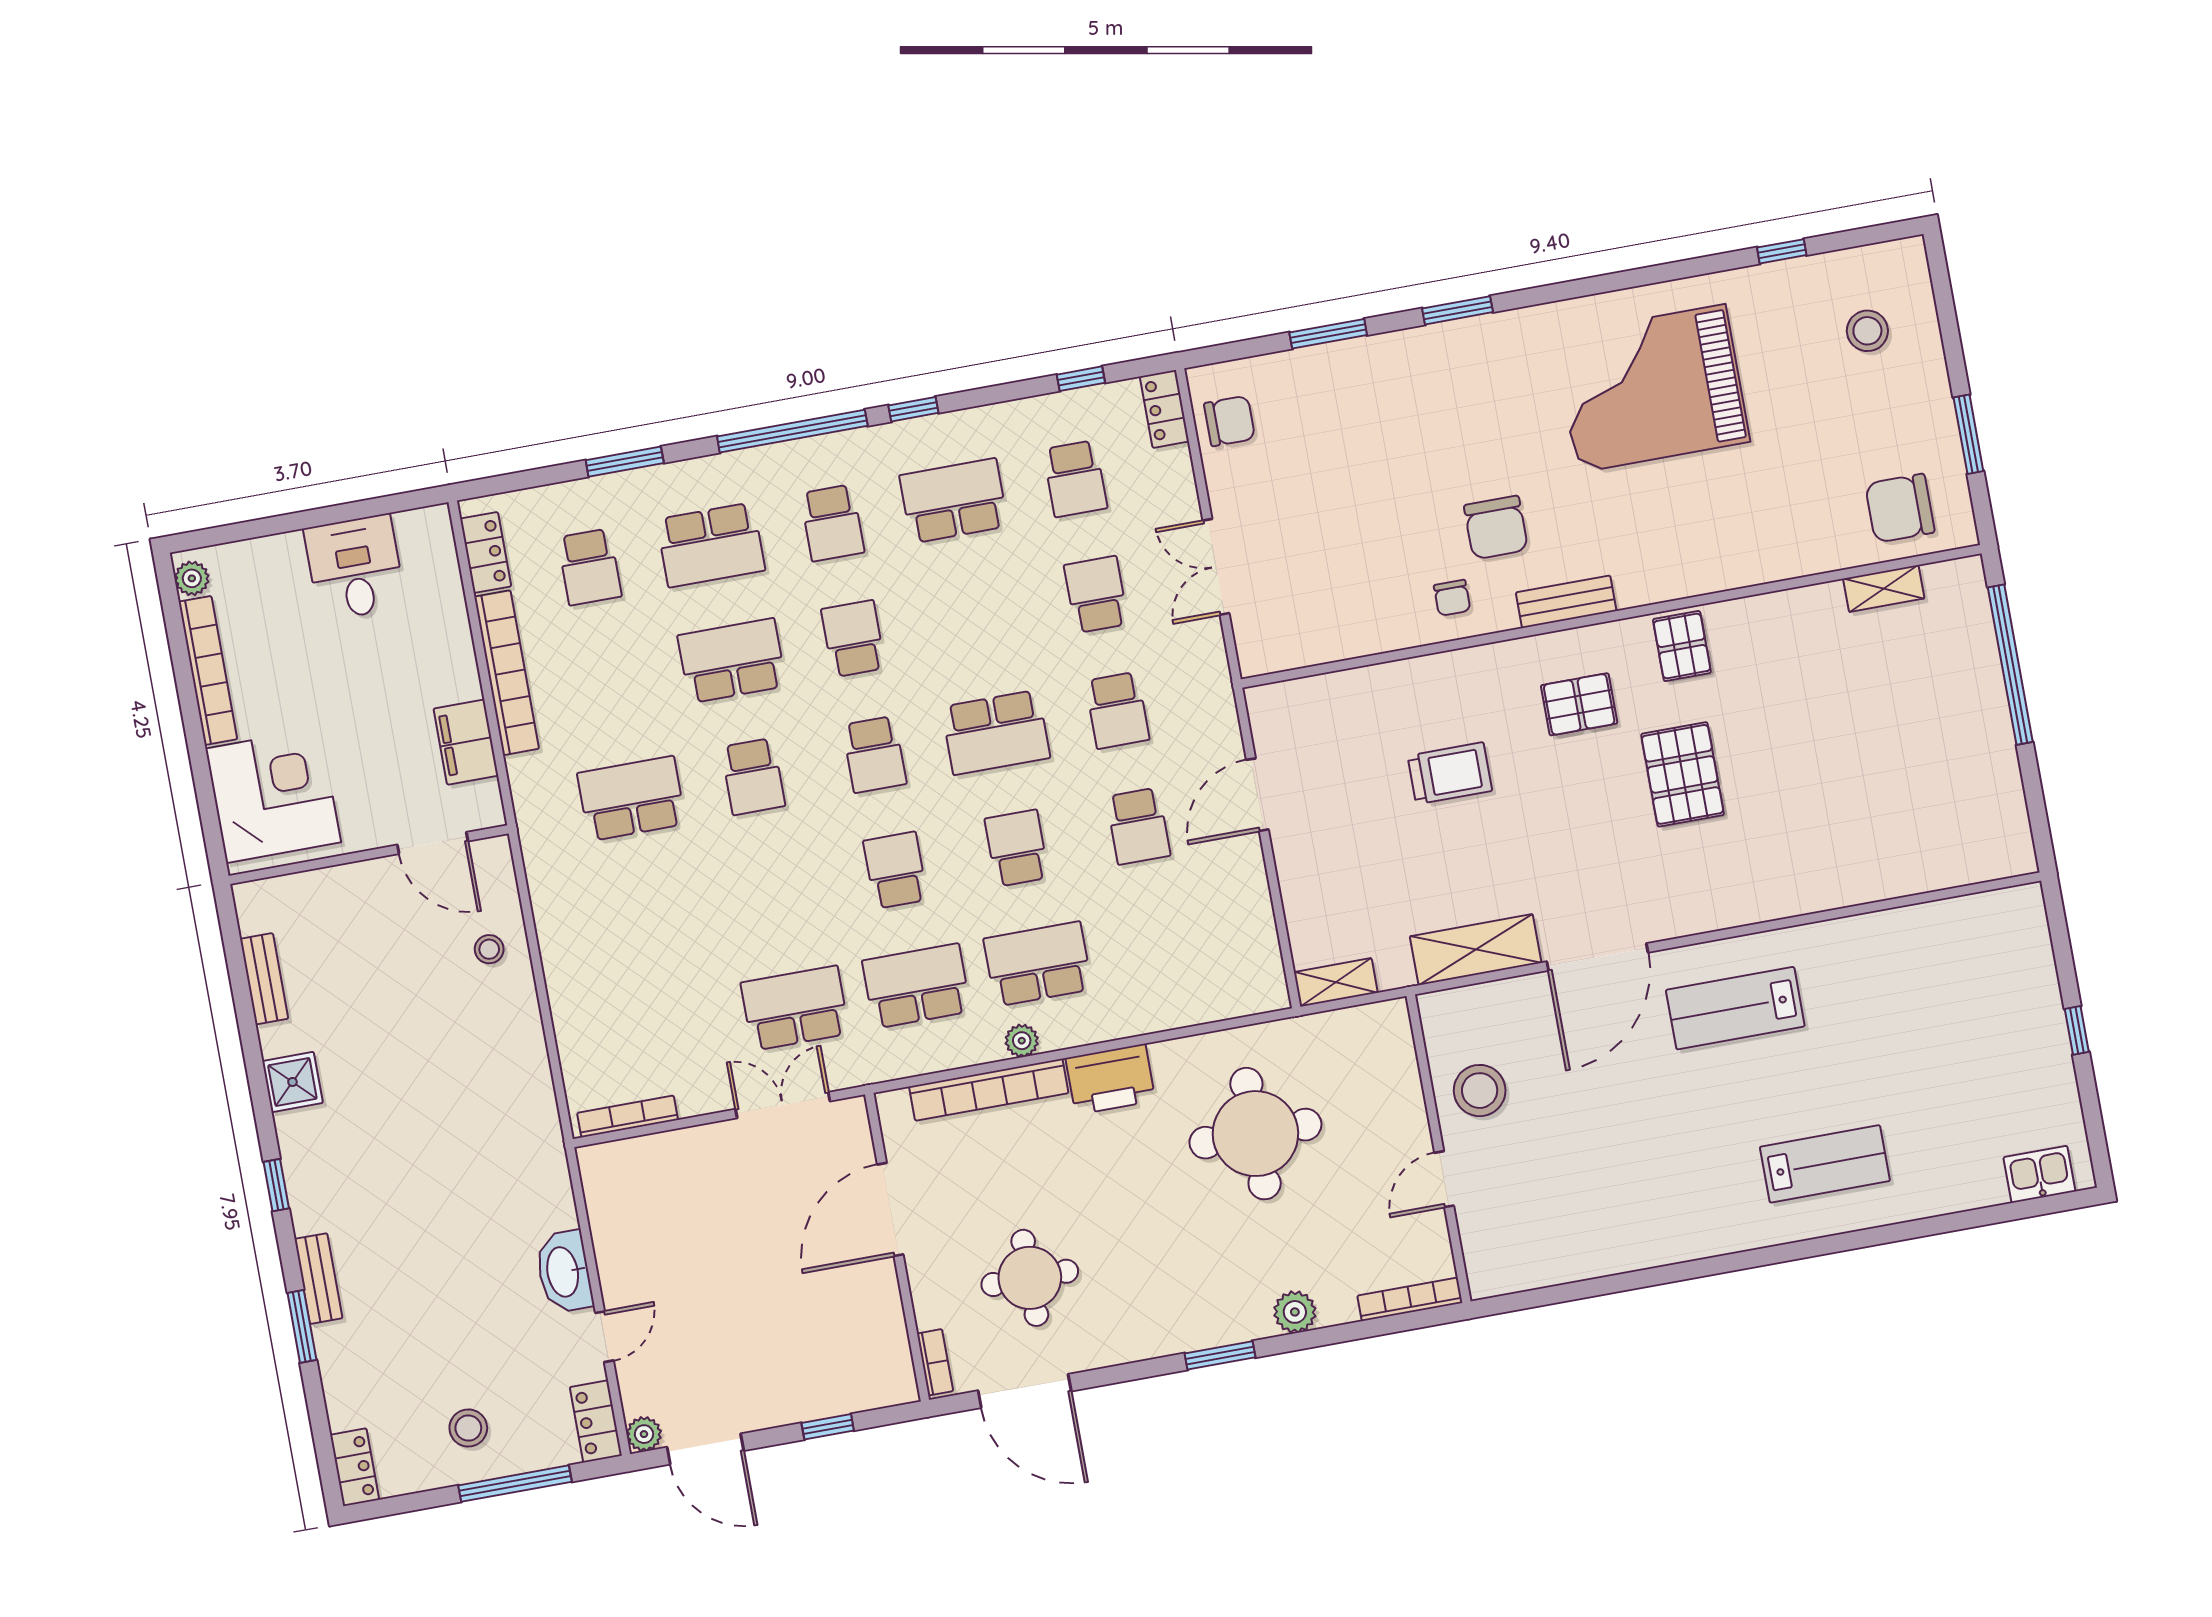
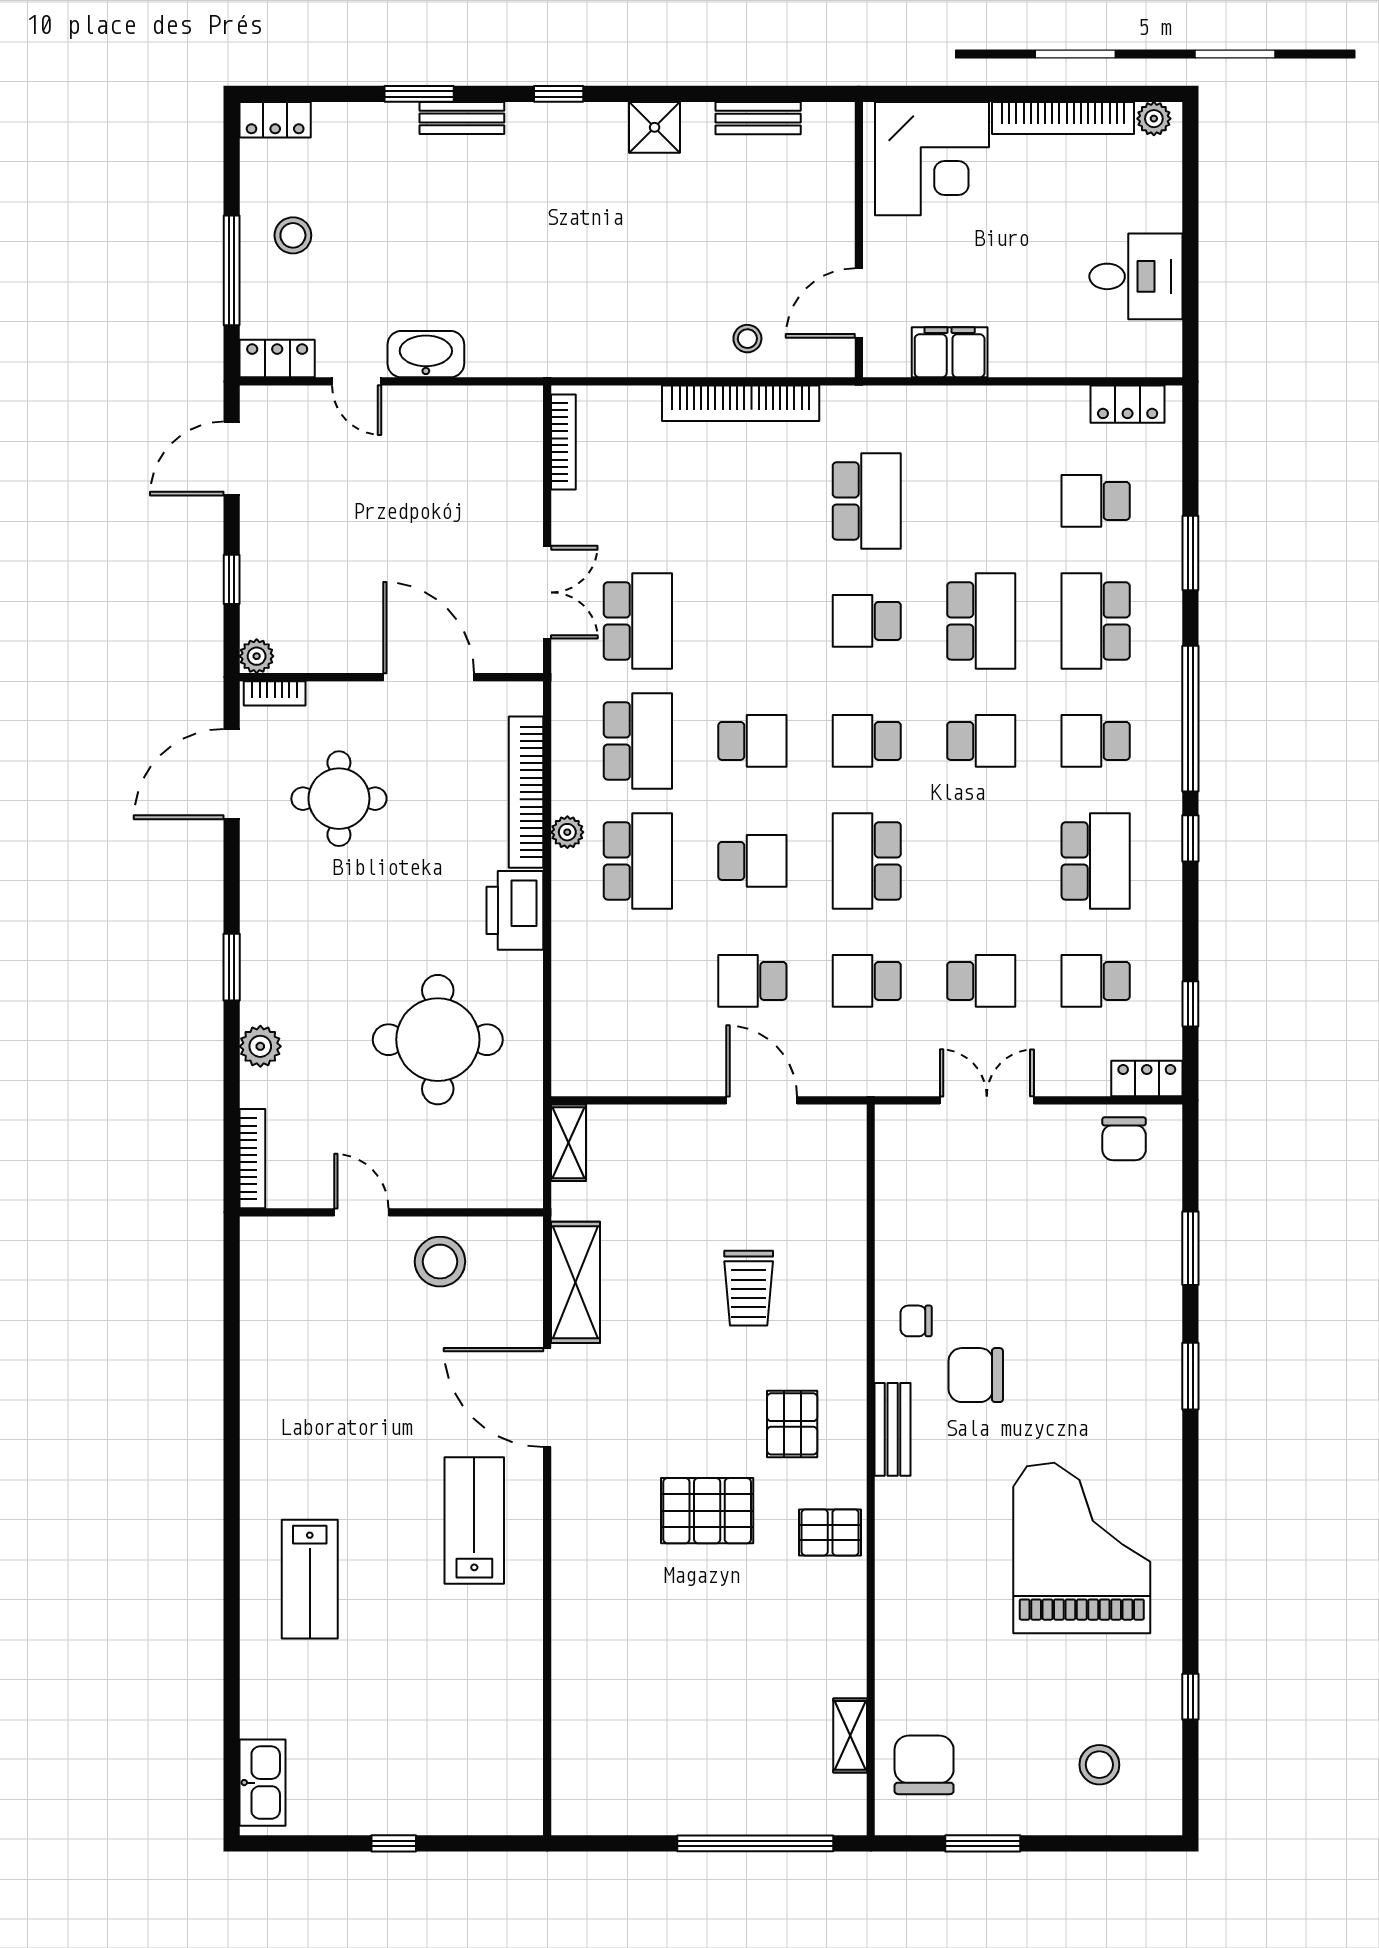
bookcase: (507, 673) -> (741, 403), moved
kitchen sink: (2039, 1174) -> (262, 1783), width x1.38
plant: (644, 1434) -> (257, 656), moved

